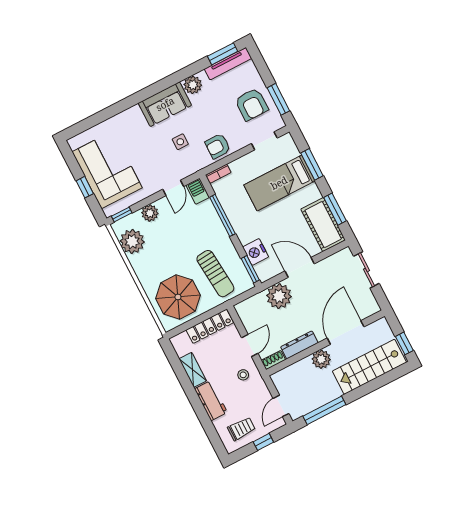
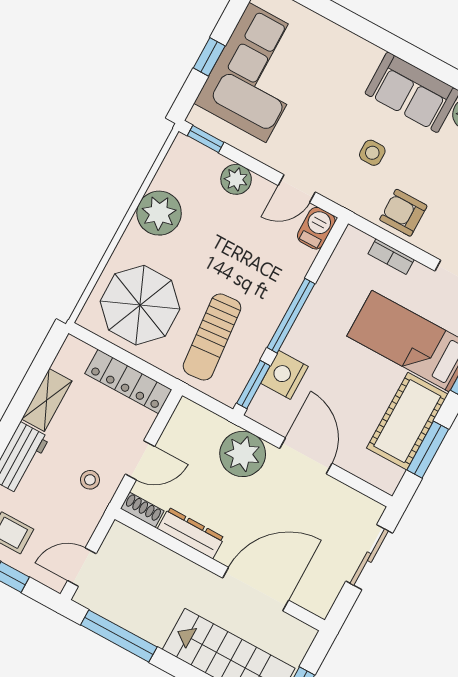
bookcase: (218, 174) -> (391, 257), moved
window: (222, 215) -> (291, 316), moved
cot: (323, 225) -> (407, 421), moved
plant: (132, 241) -> (159, 213), moved
plant: (321, 359) -> (191, 580), removed

